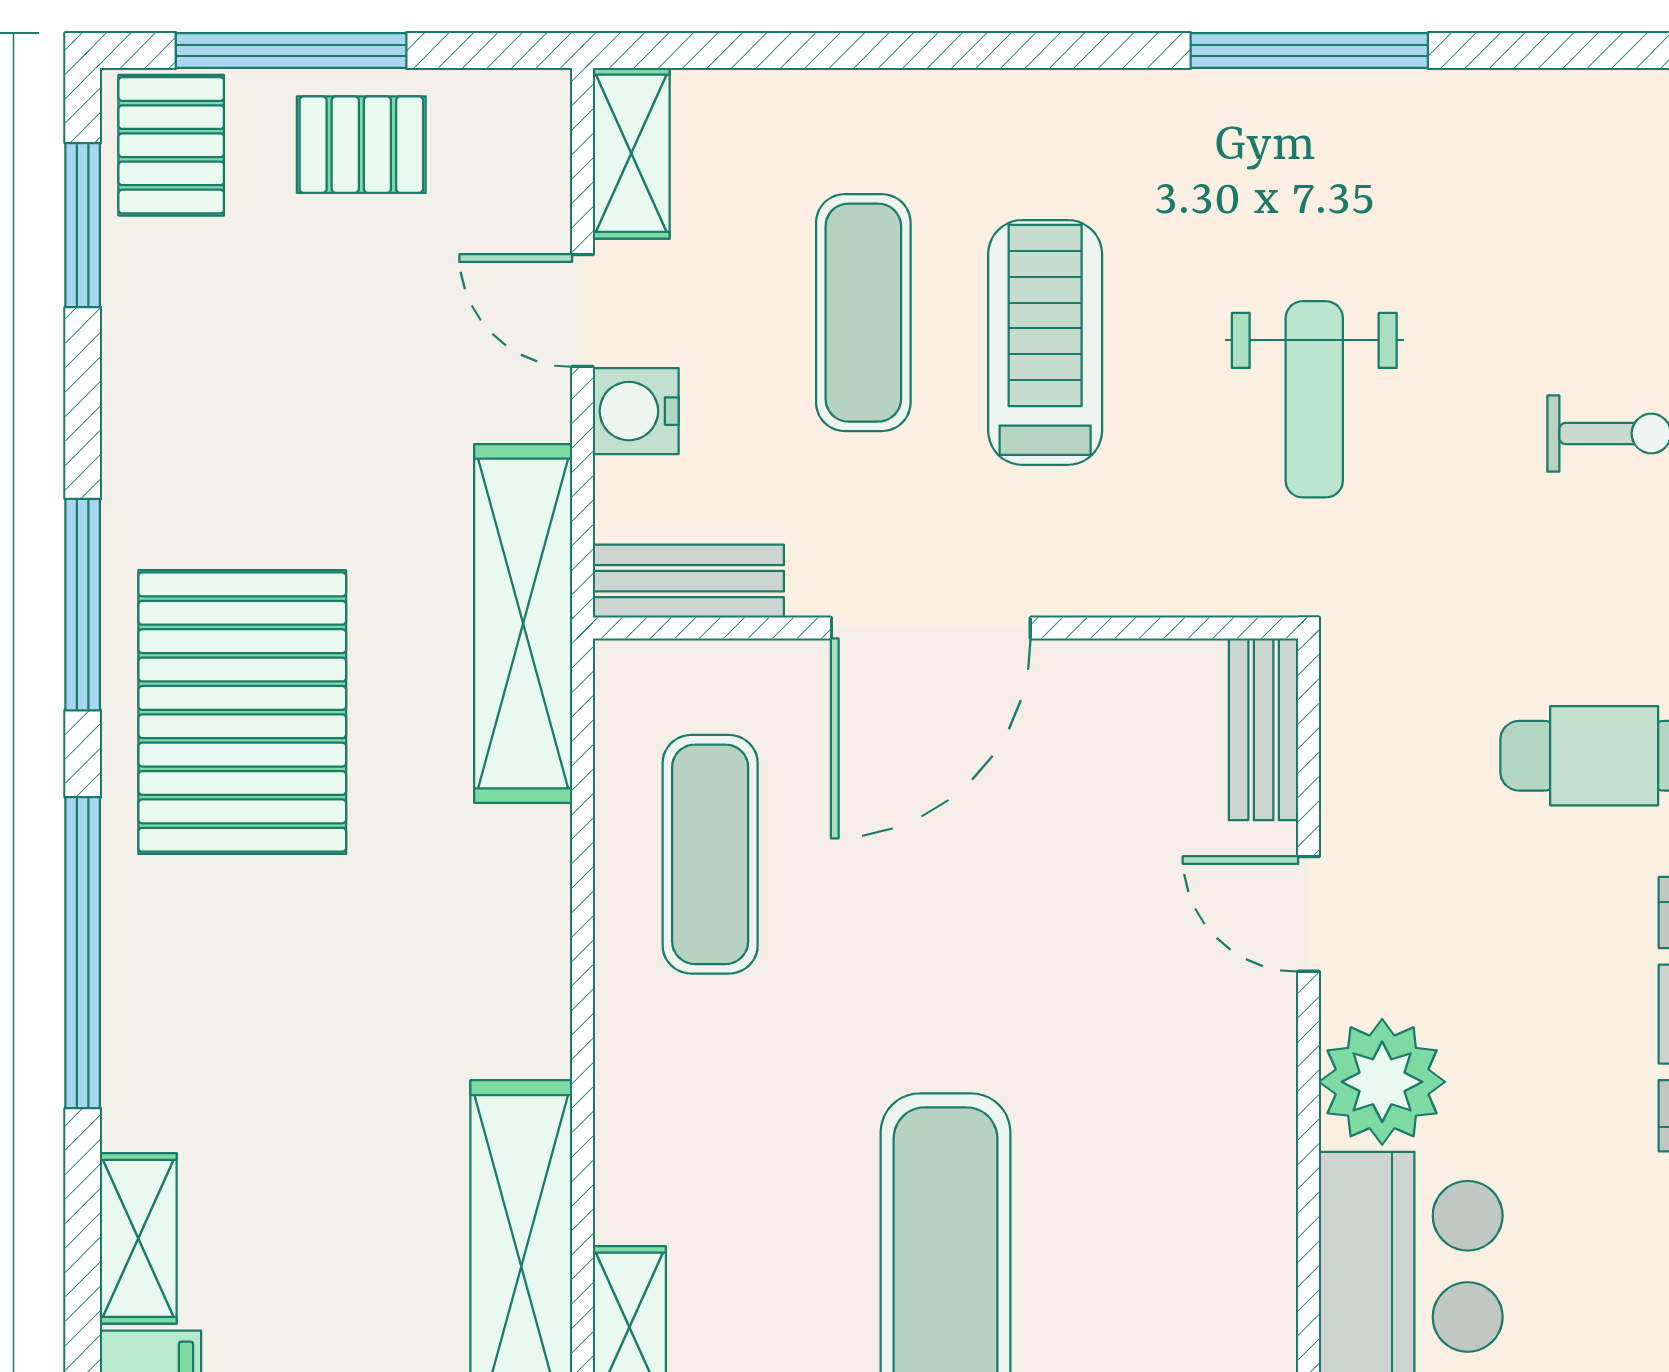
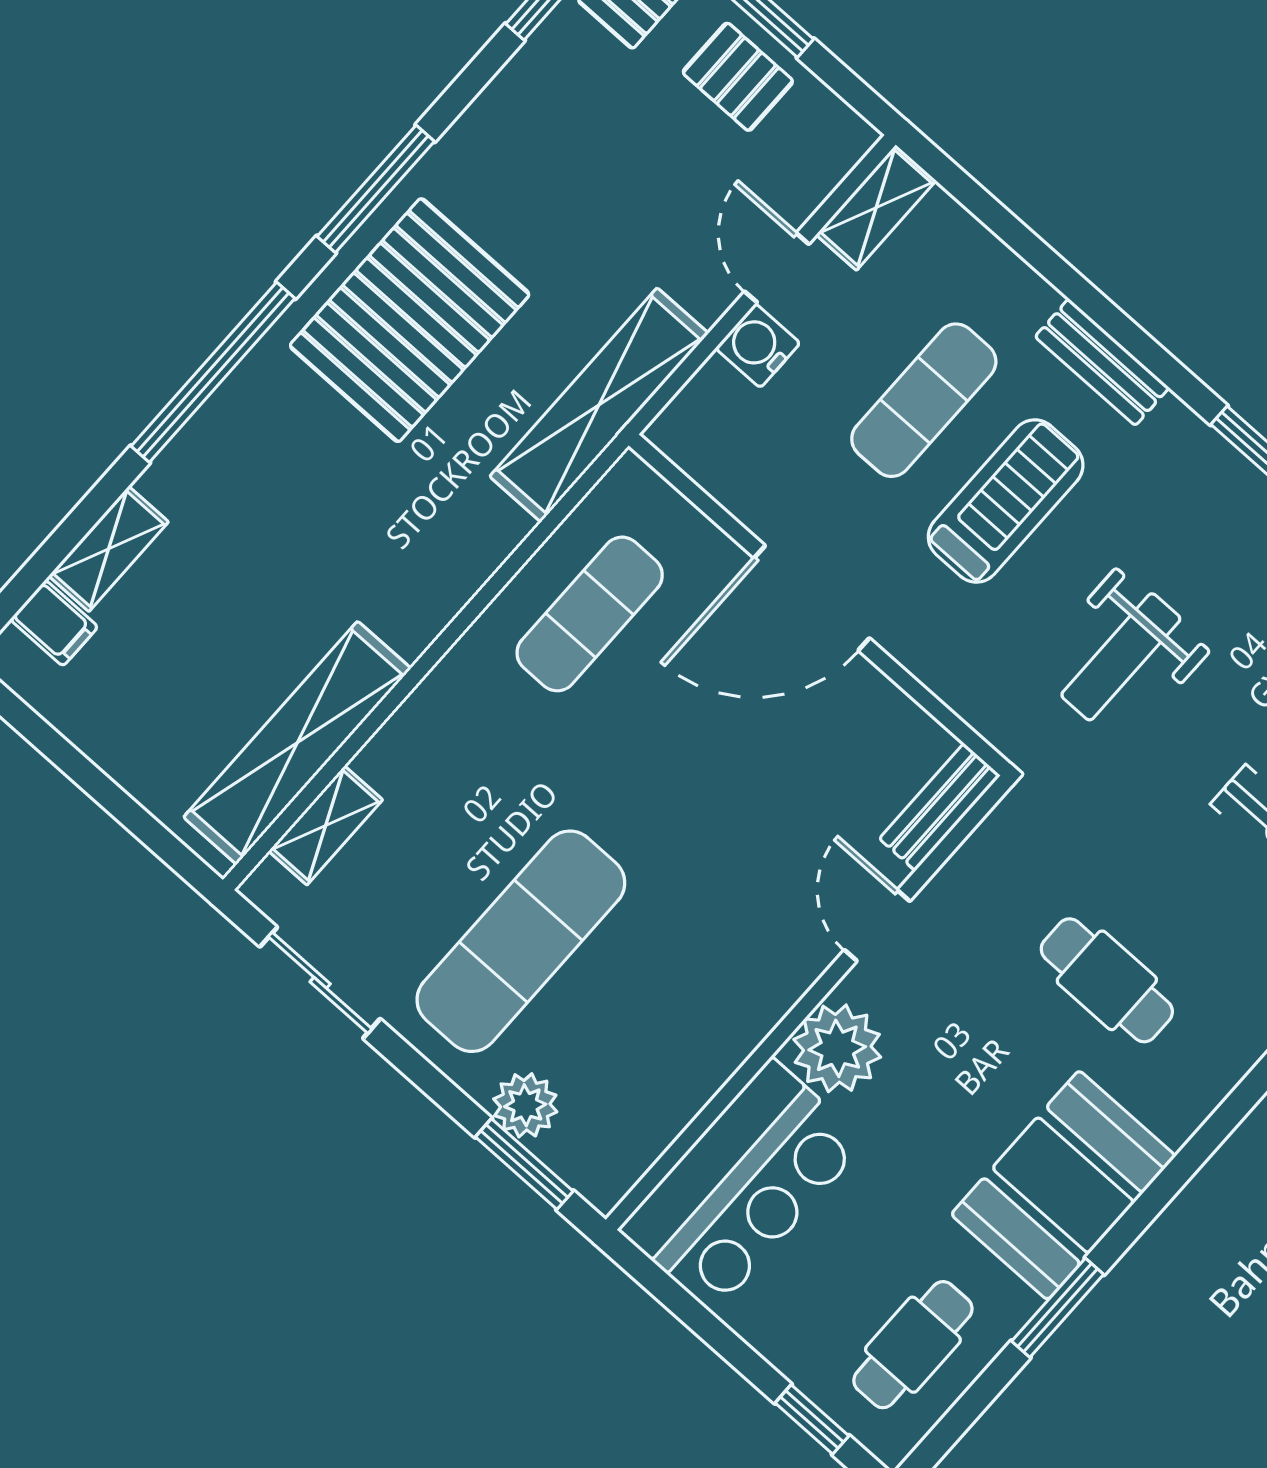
bench: (688, 581) -> (1102, 362), moved

